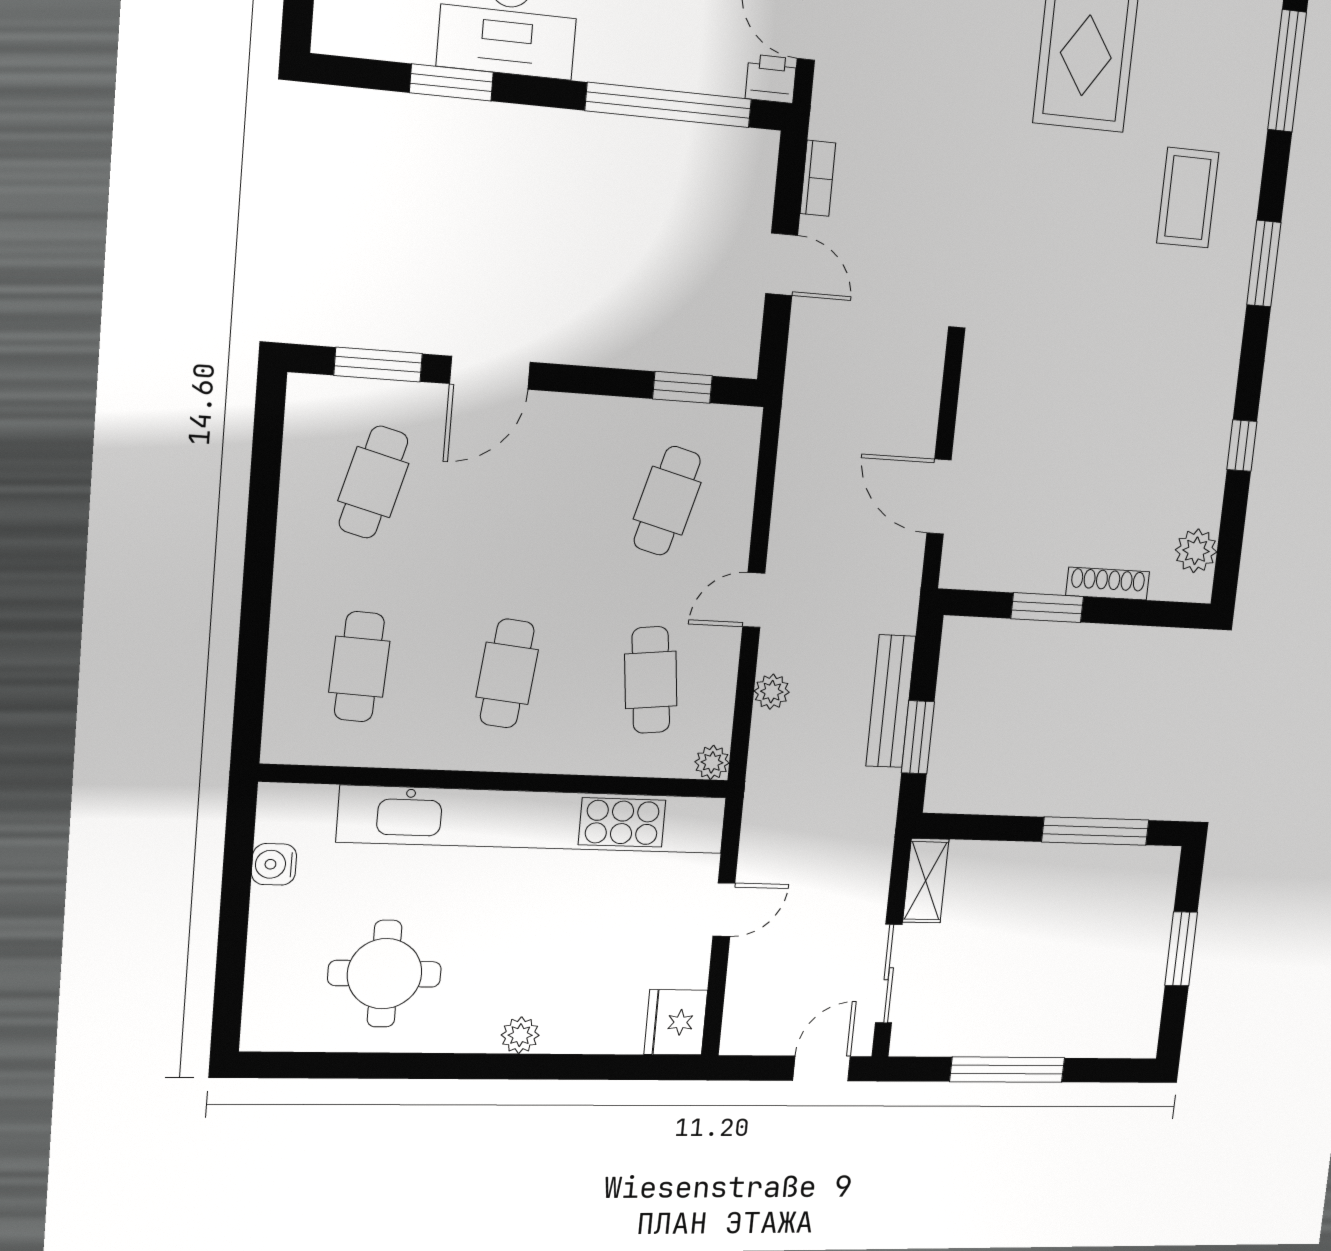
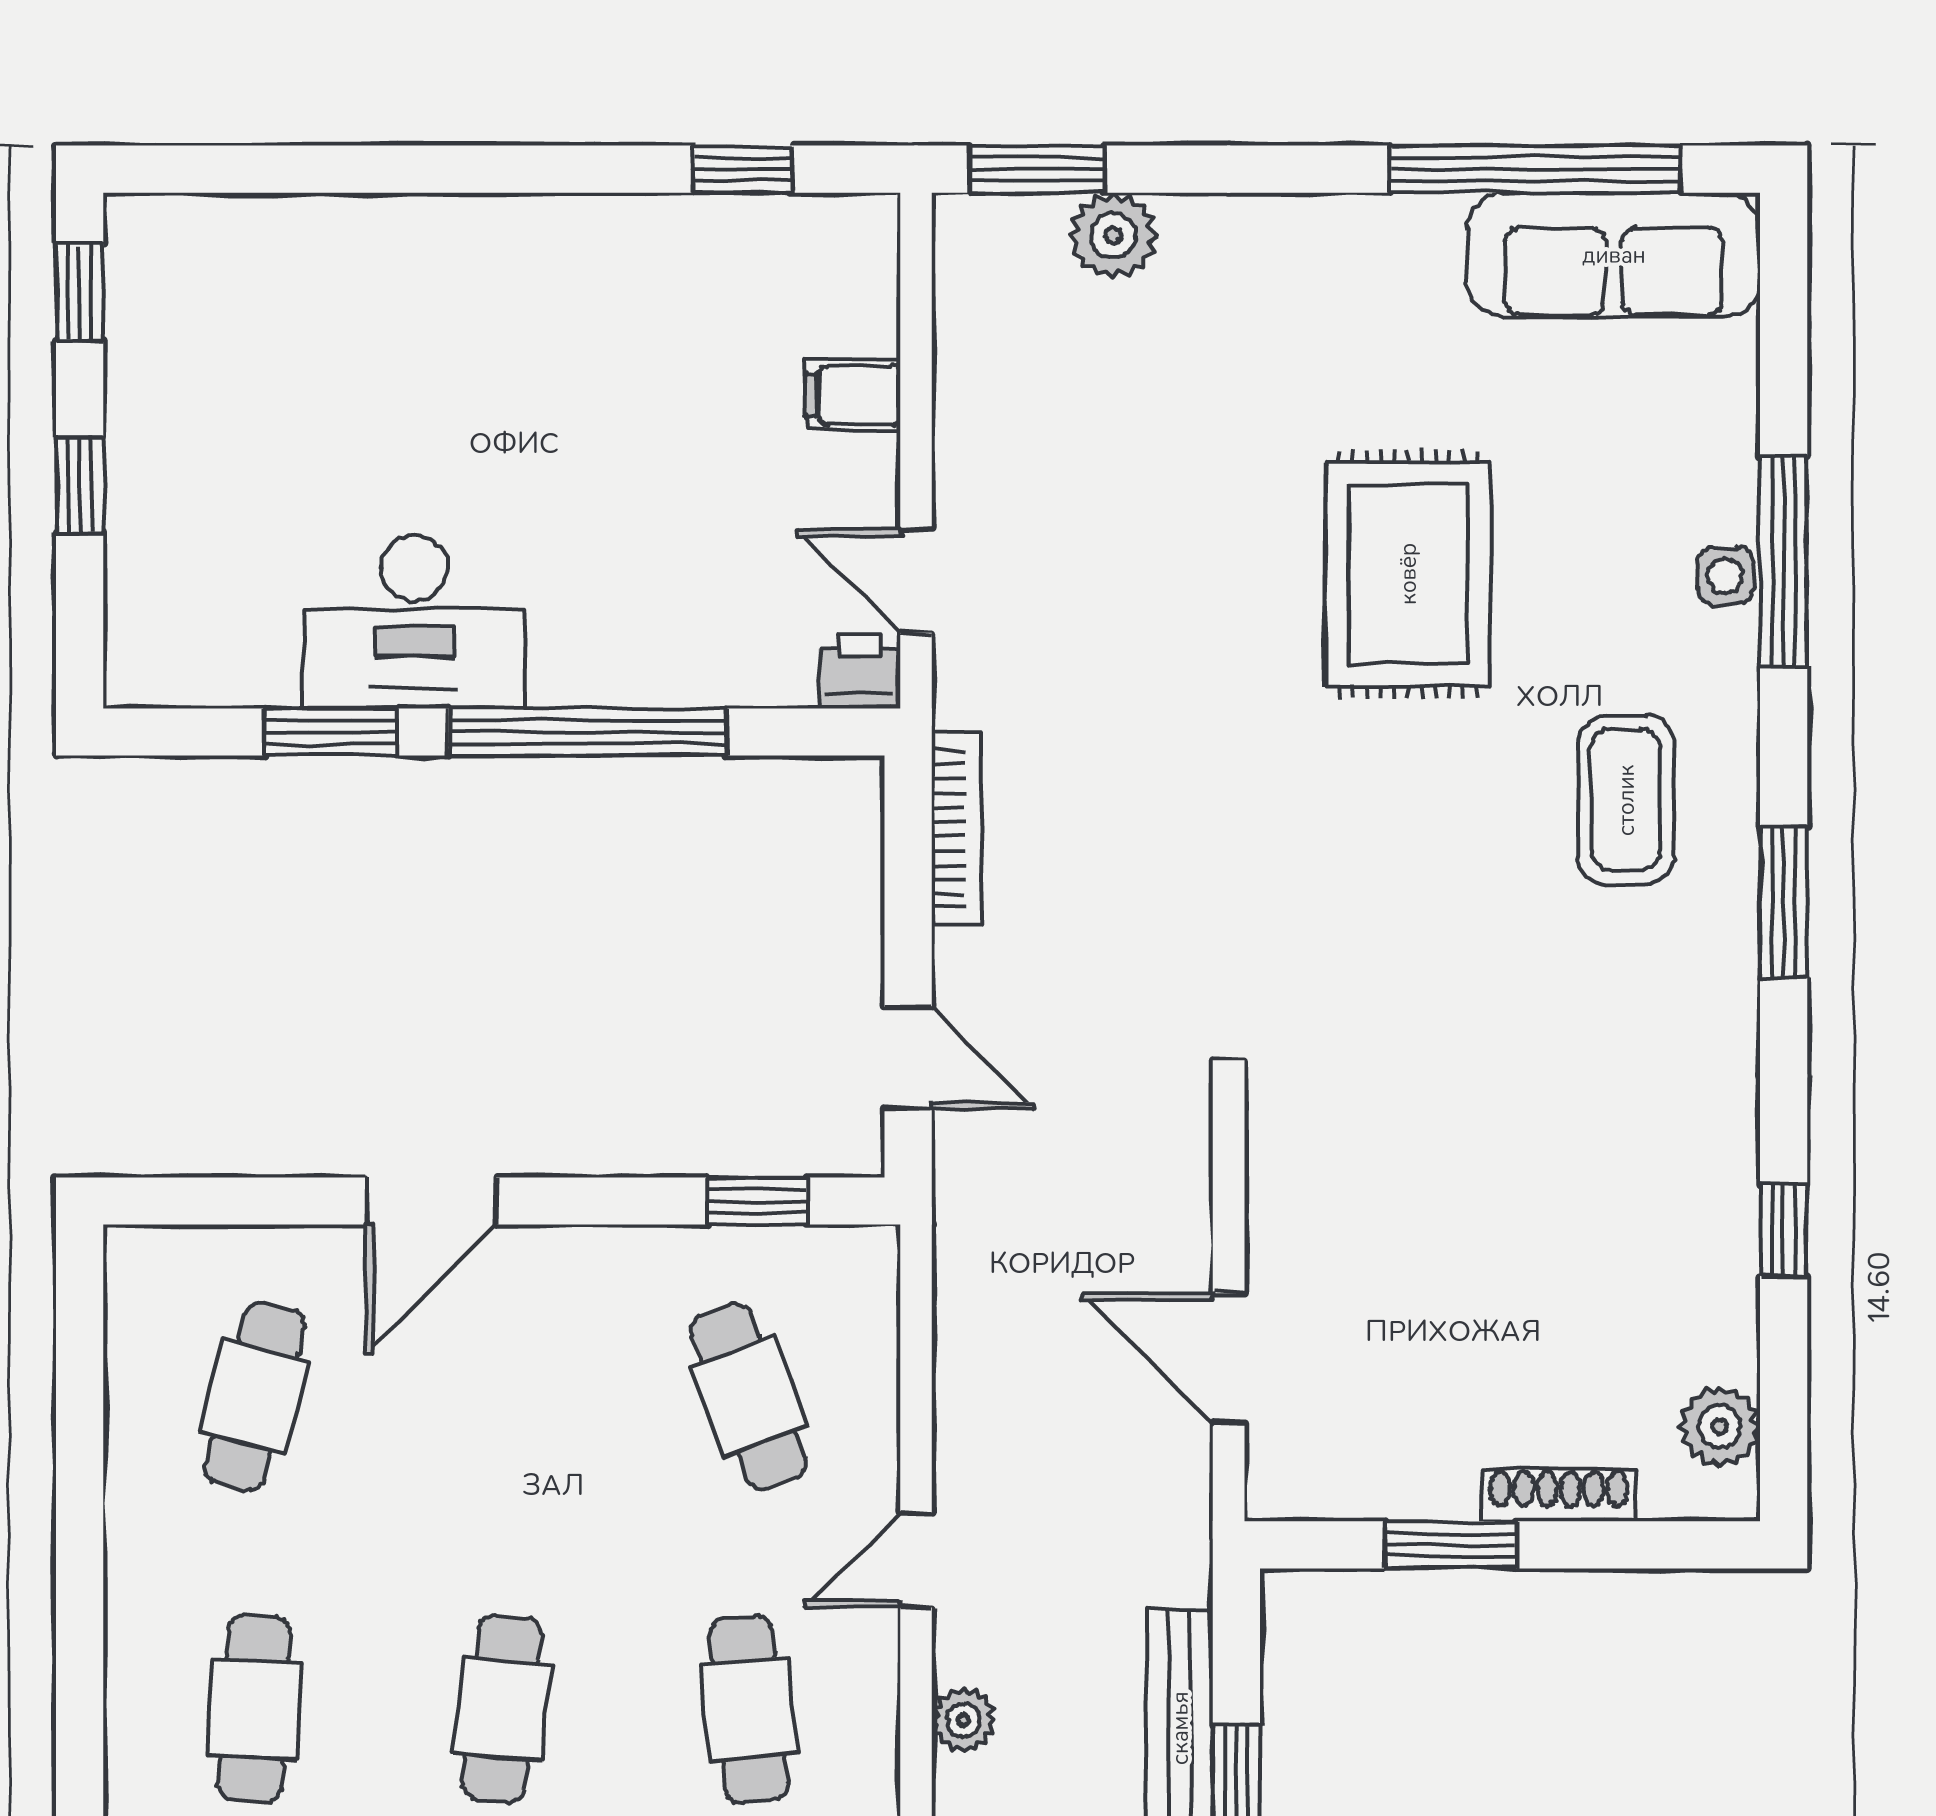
side table: (1255, 75) -> (1725, 576), added
window: (669, 105) -> (588, 732), moved
bookcase: (818, 178) -> (957, 829), width x1.56
door: (782, 264) -> (908, 1058), moved
window: (378, 364) -> (248, 1201), removed
cafe table: (667, 501) -> (749, 1396), turned -36

